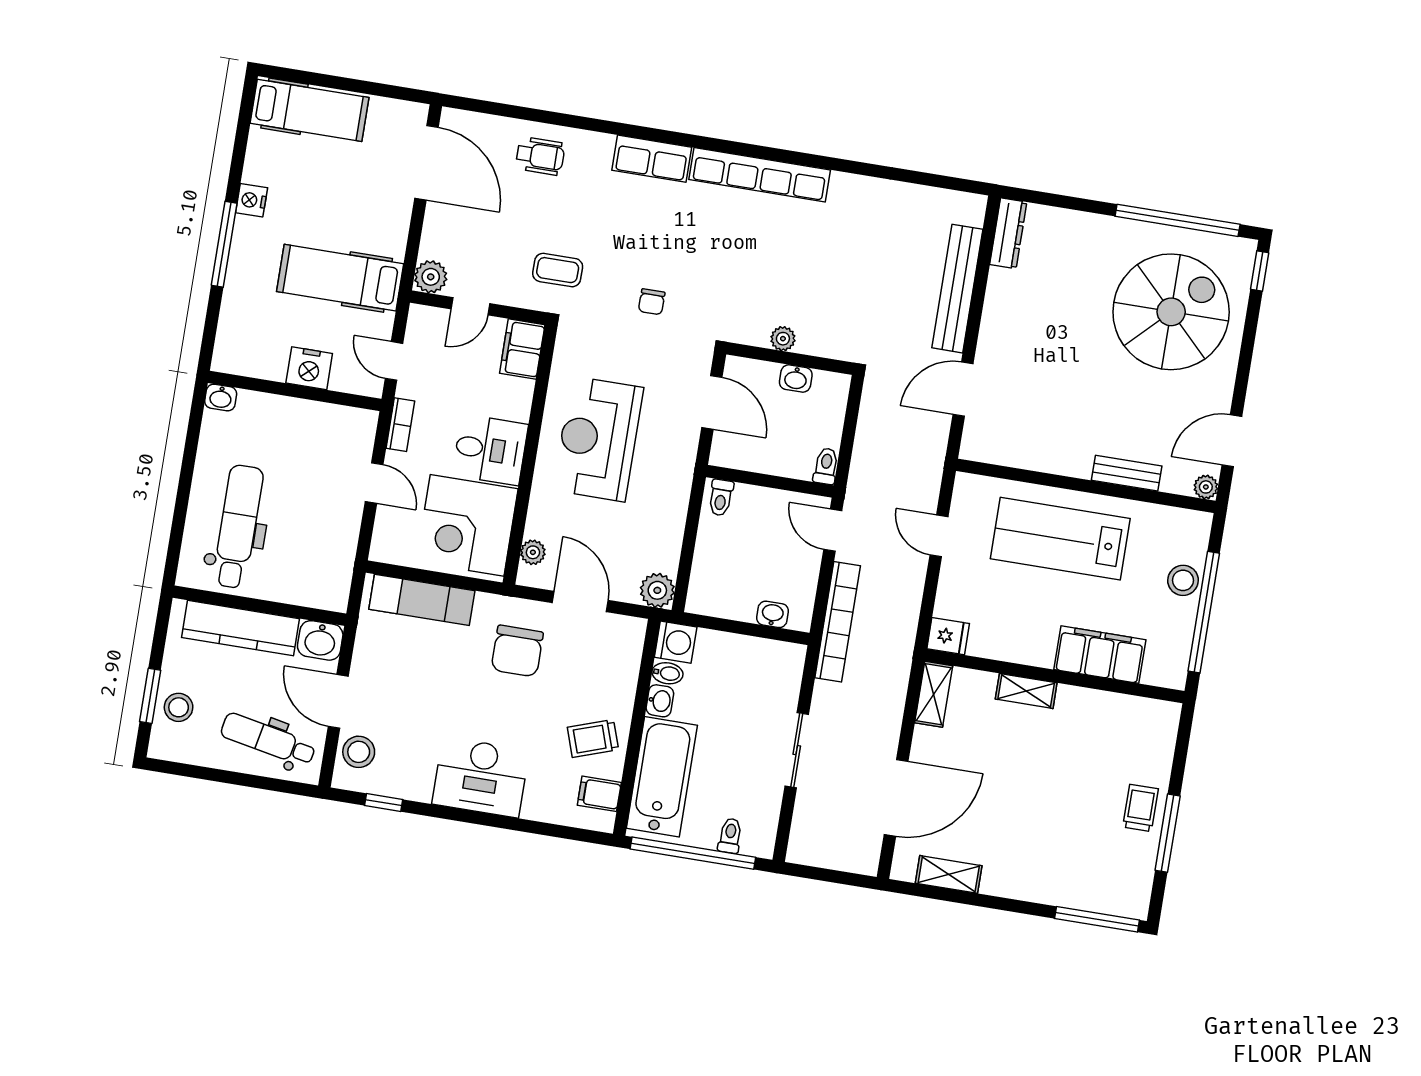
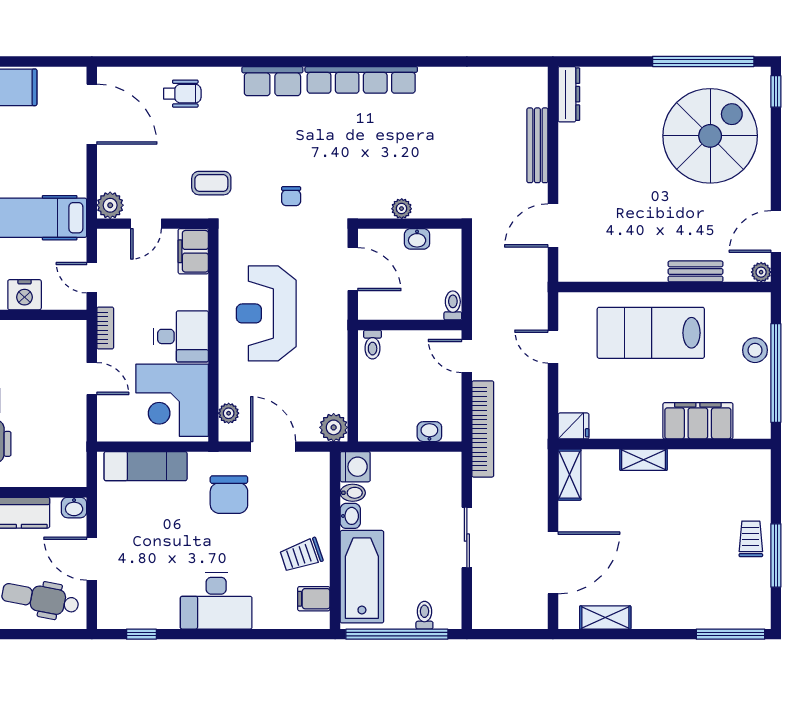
bench: (957, 289) -> (537, 145), width x0.73, depth x0.82
washbasin: (320, 640) -> (74, 508), width x0.72, depth x0.69
stool: (359, 752) -> (115, 597), removed

